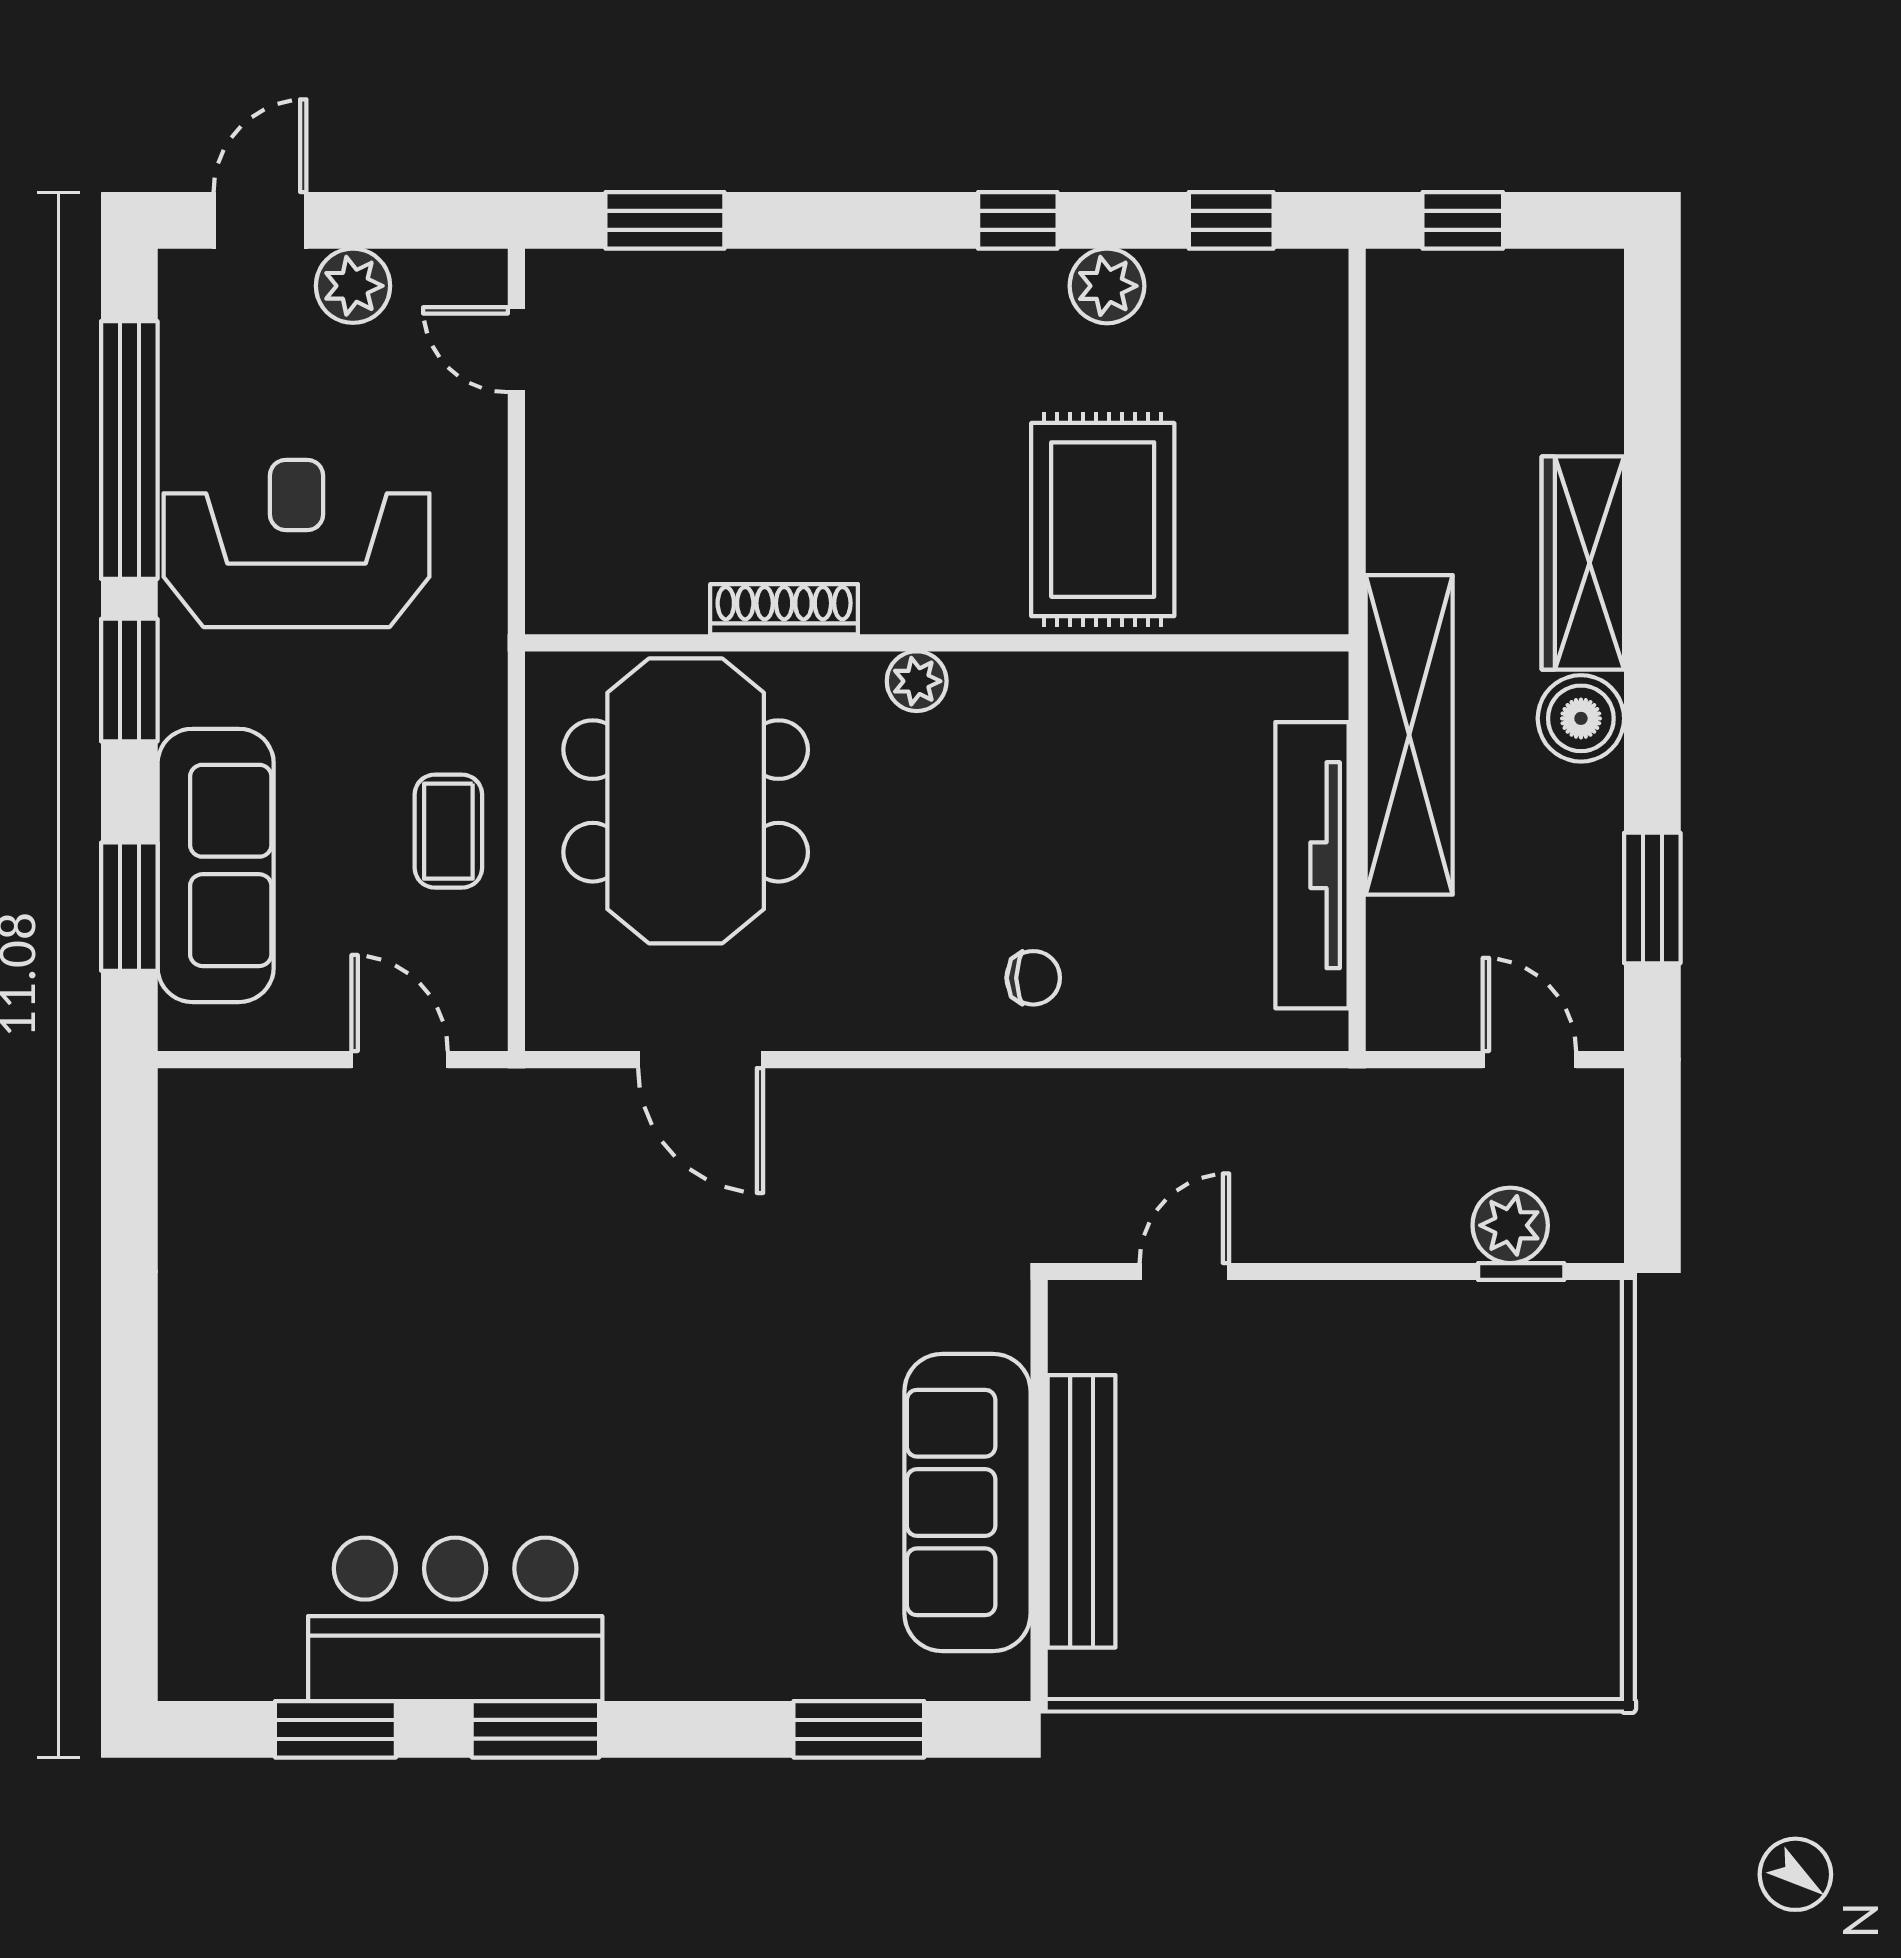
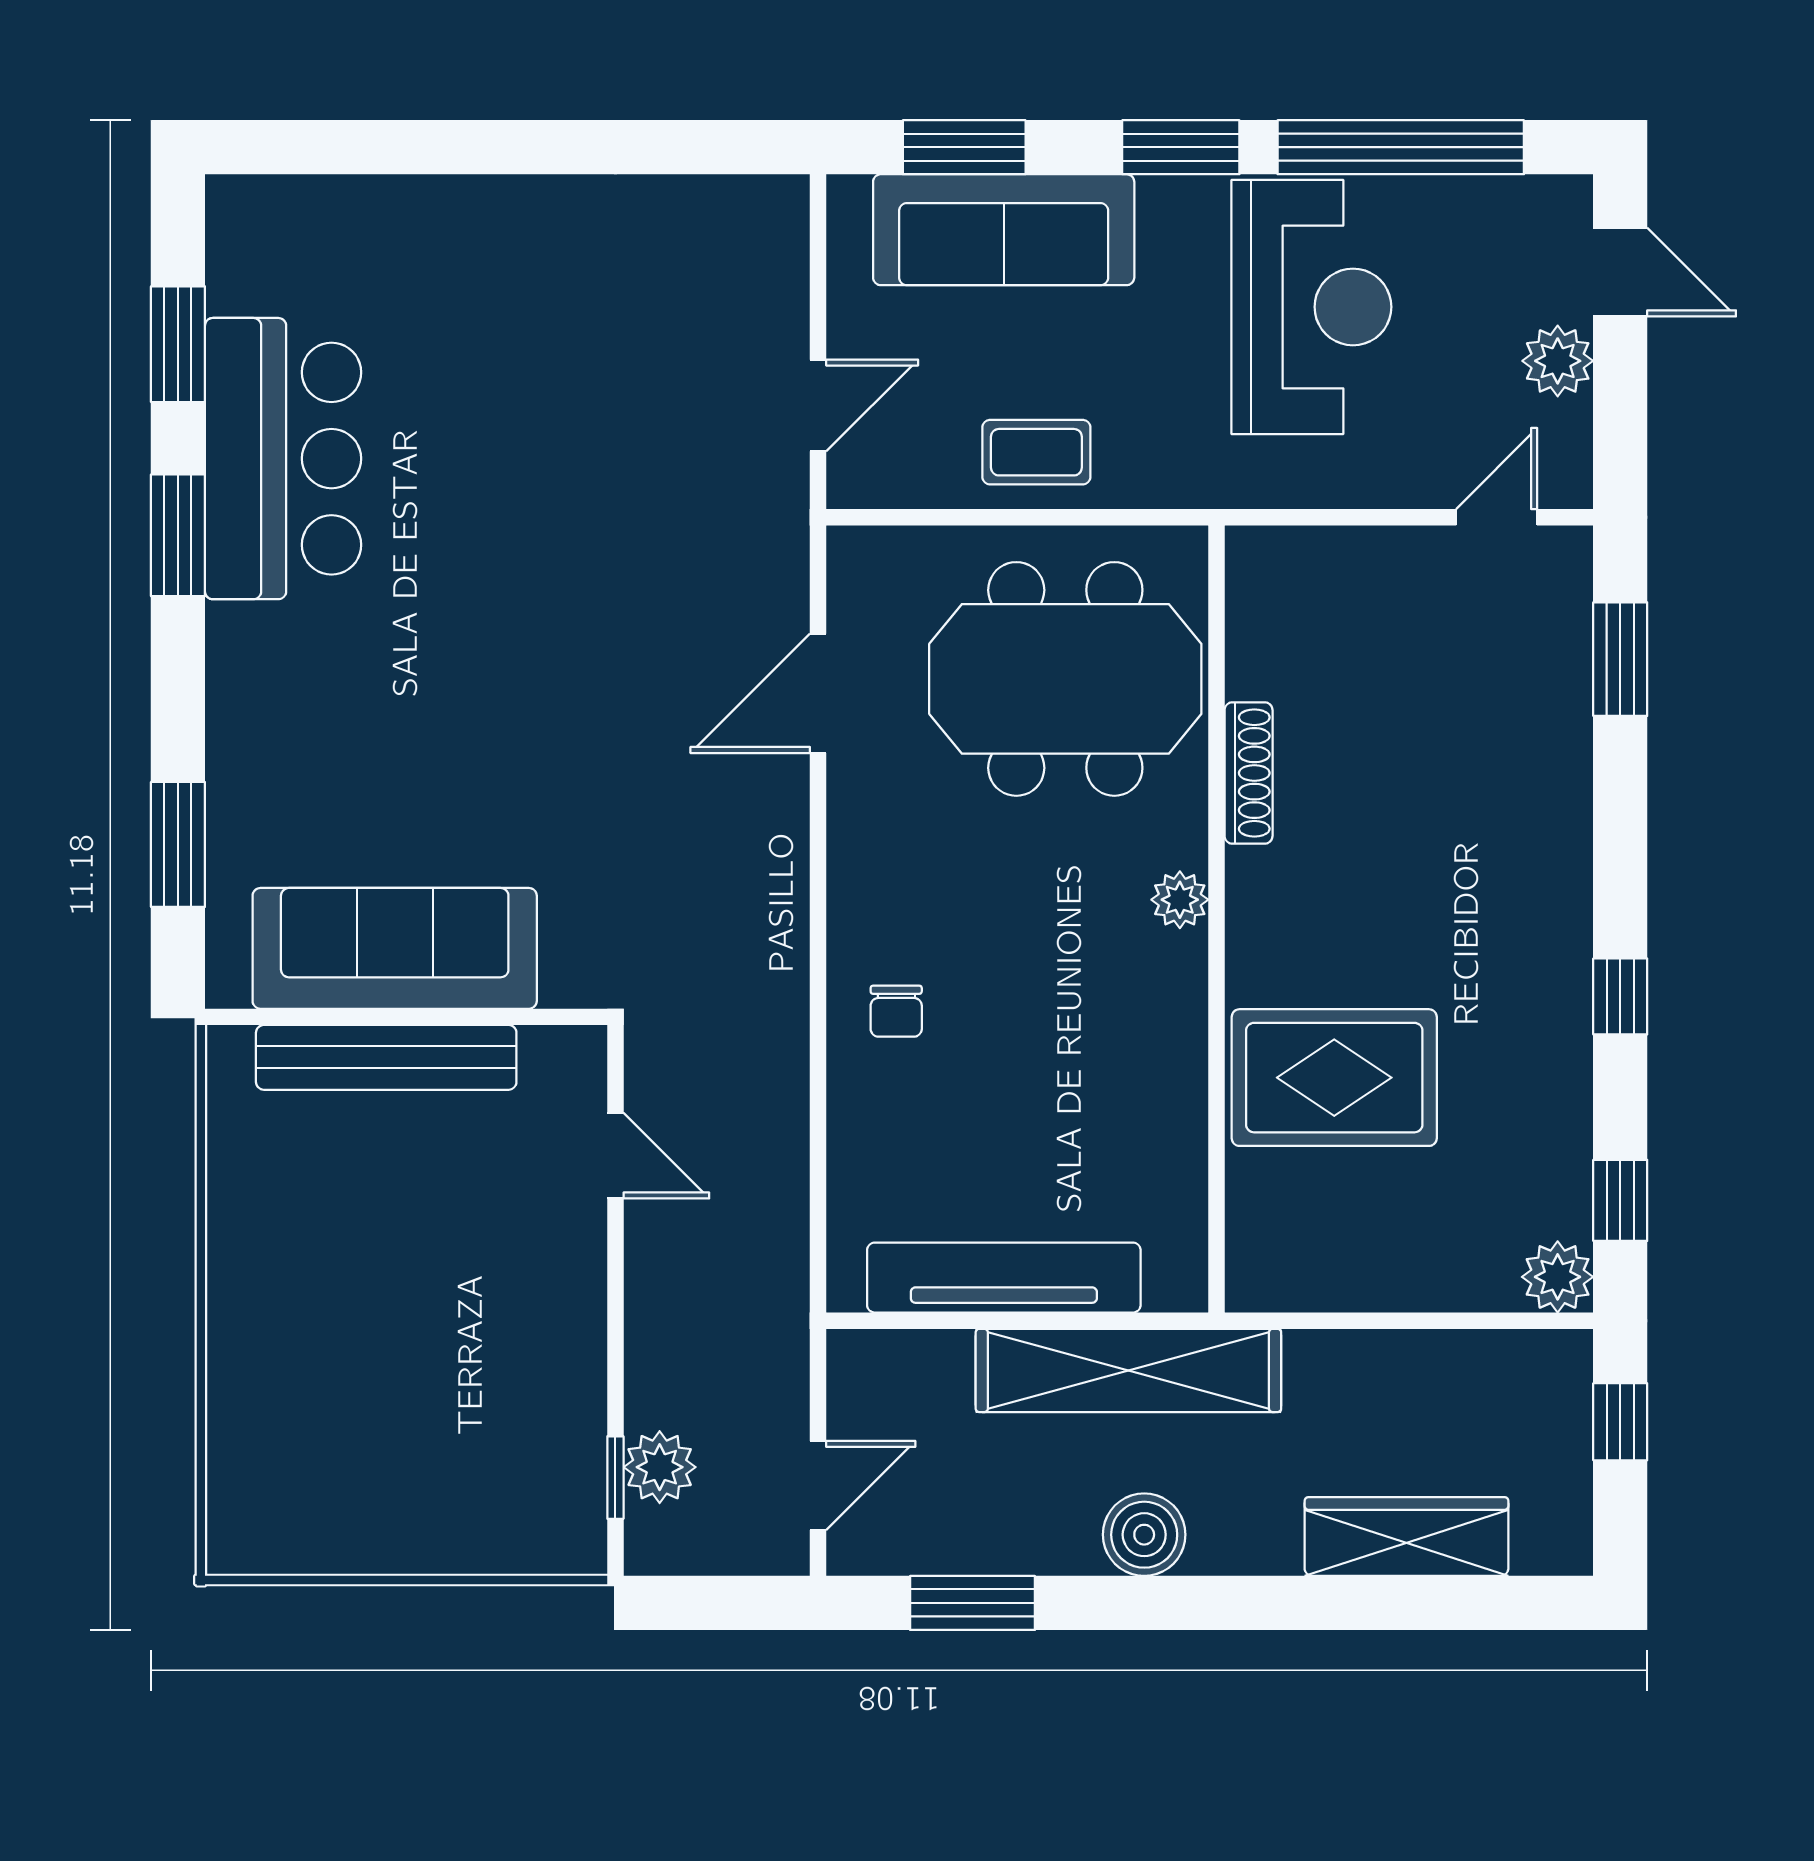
plant: (1107, 286) -> (1558, 1277), moved
wardrobe: (1583, 563) -> (1406, 1537), moved

